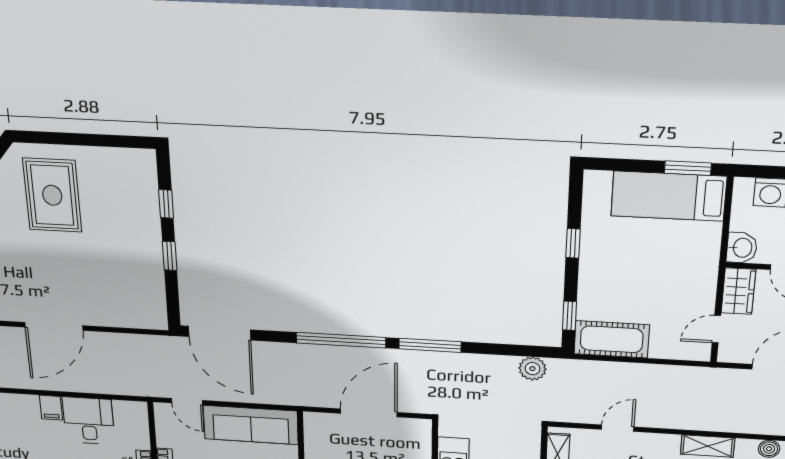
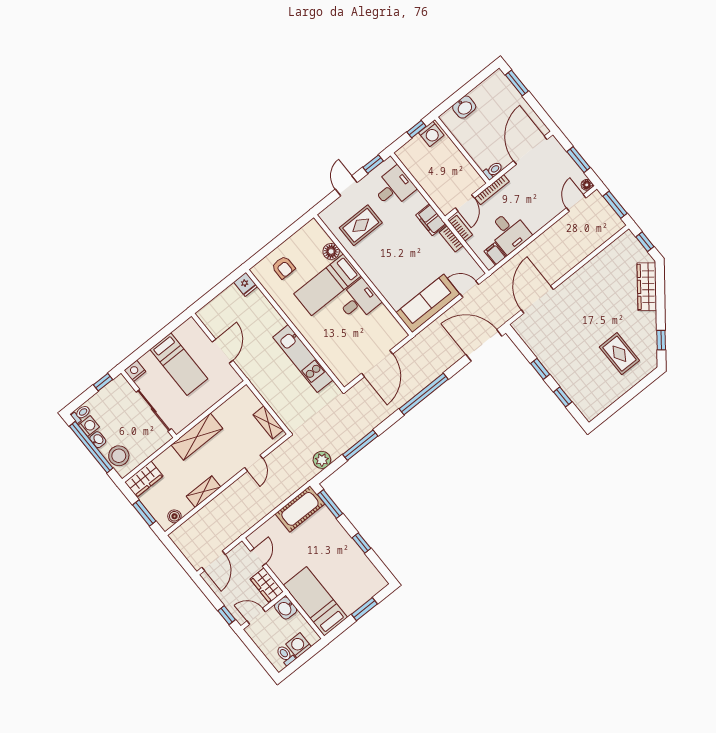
window: (688, 168) -> (364, 609), moved
rug: (52, 195) -> (619, 354), width x0.73, depth x0.70
bed: (669, 196) -> (316, 601), moved, turned -90
window: (569, 316) -> (330, 504), width x1.50
door: (54, 326) -> (537, 300), moved
window: (430, 345) -> (360, 445), moved
filing cabinet: (51, 408) -> (495, 254), moved

